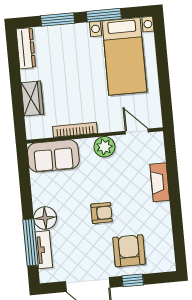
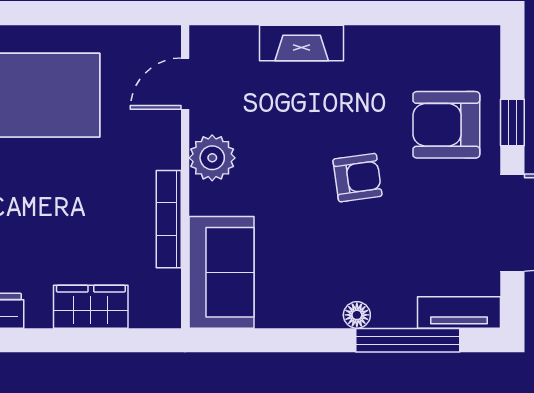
armchair: (102, 213) -> (357, 178), turned 82
floor lamp: (45, 218) -> (357, 315), width x0.53, depth x0.53
tv unit: (44, 250) -> (459, 313), moved

